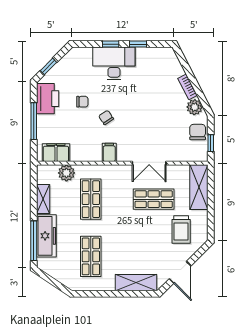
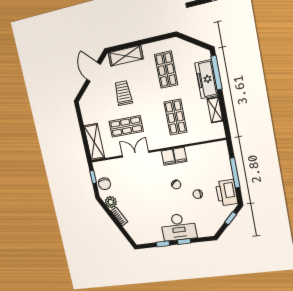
filing cabinet: (56, 153) -> (180, 155), moved, width x0.50
plant: (66, 173) -> (200, 135), removed
trolley: (181, 229) -> (123, 93), moved

